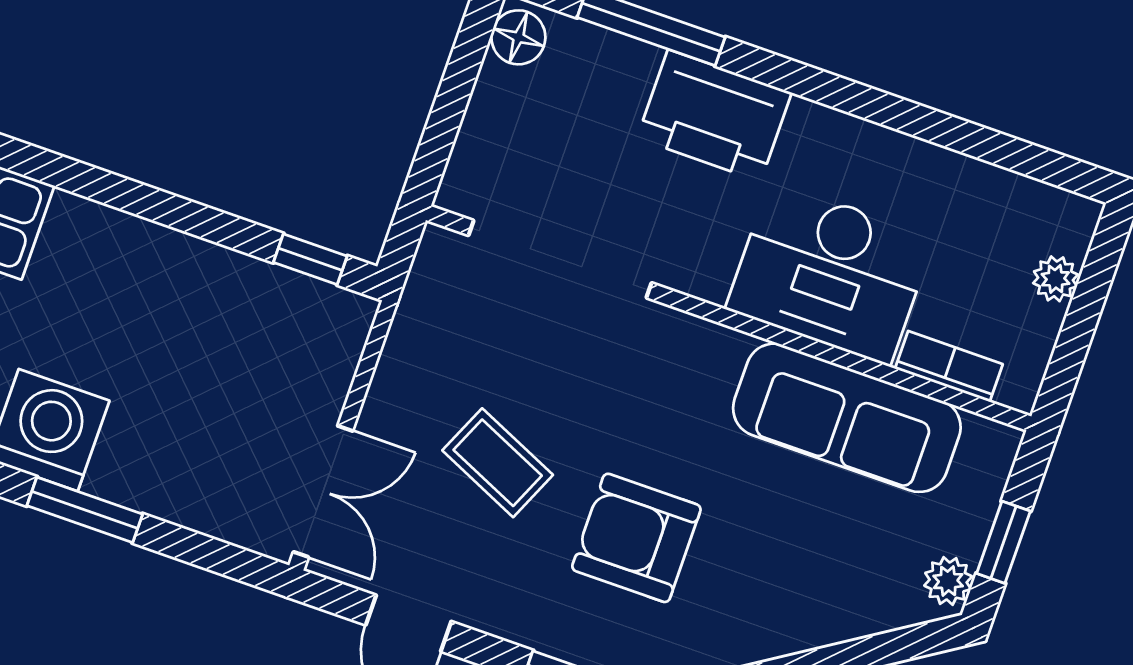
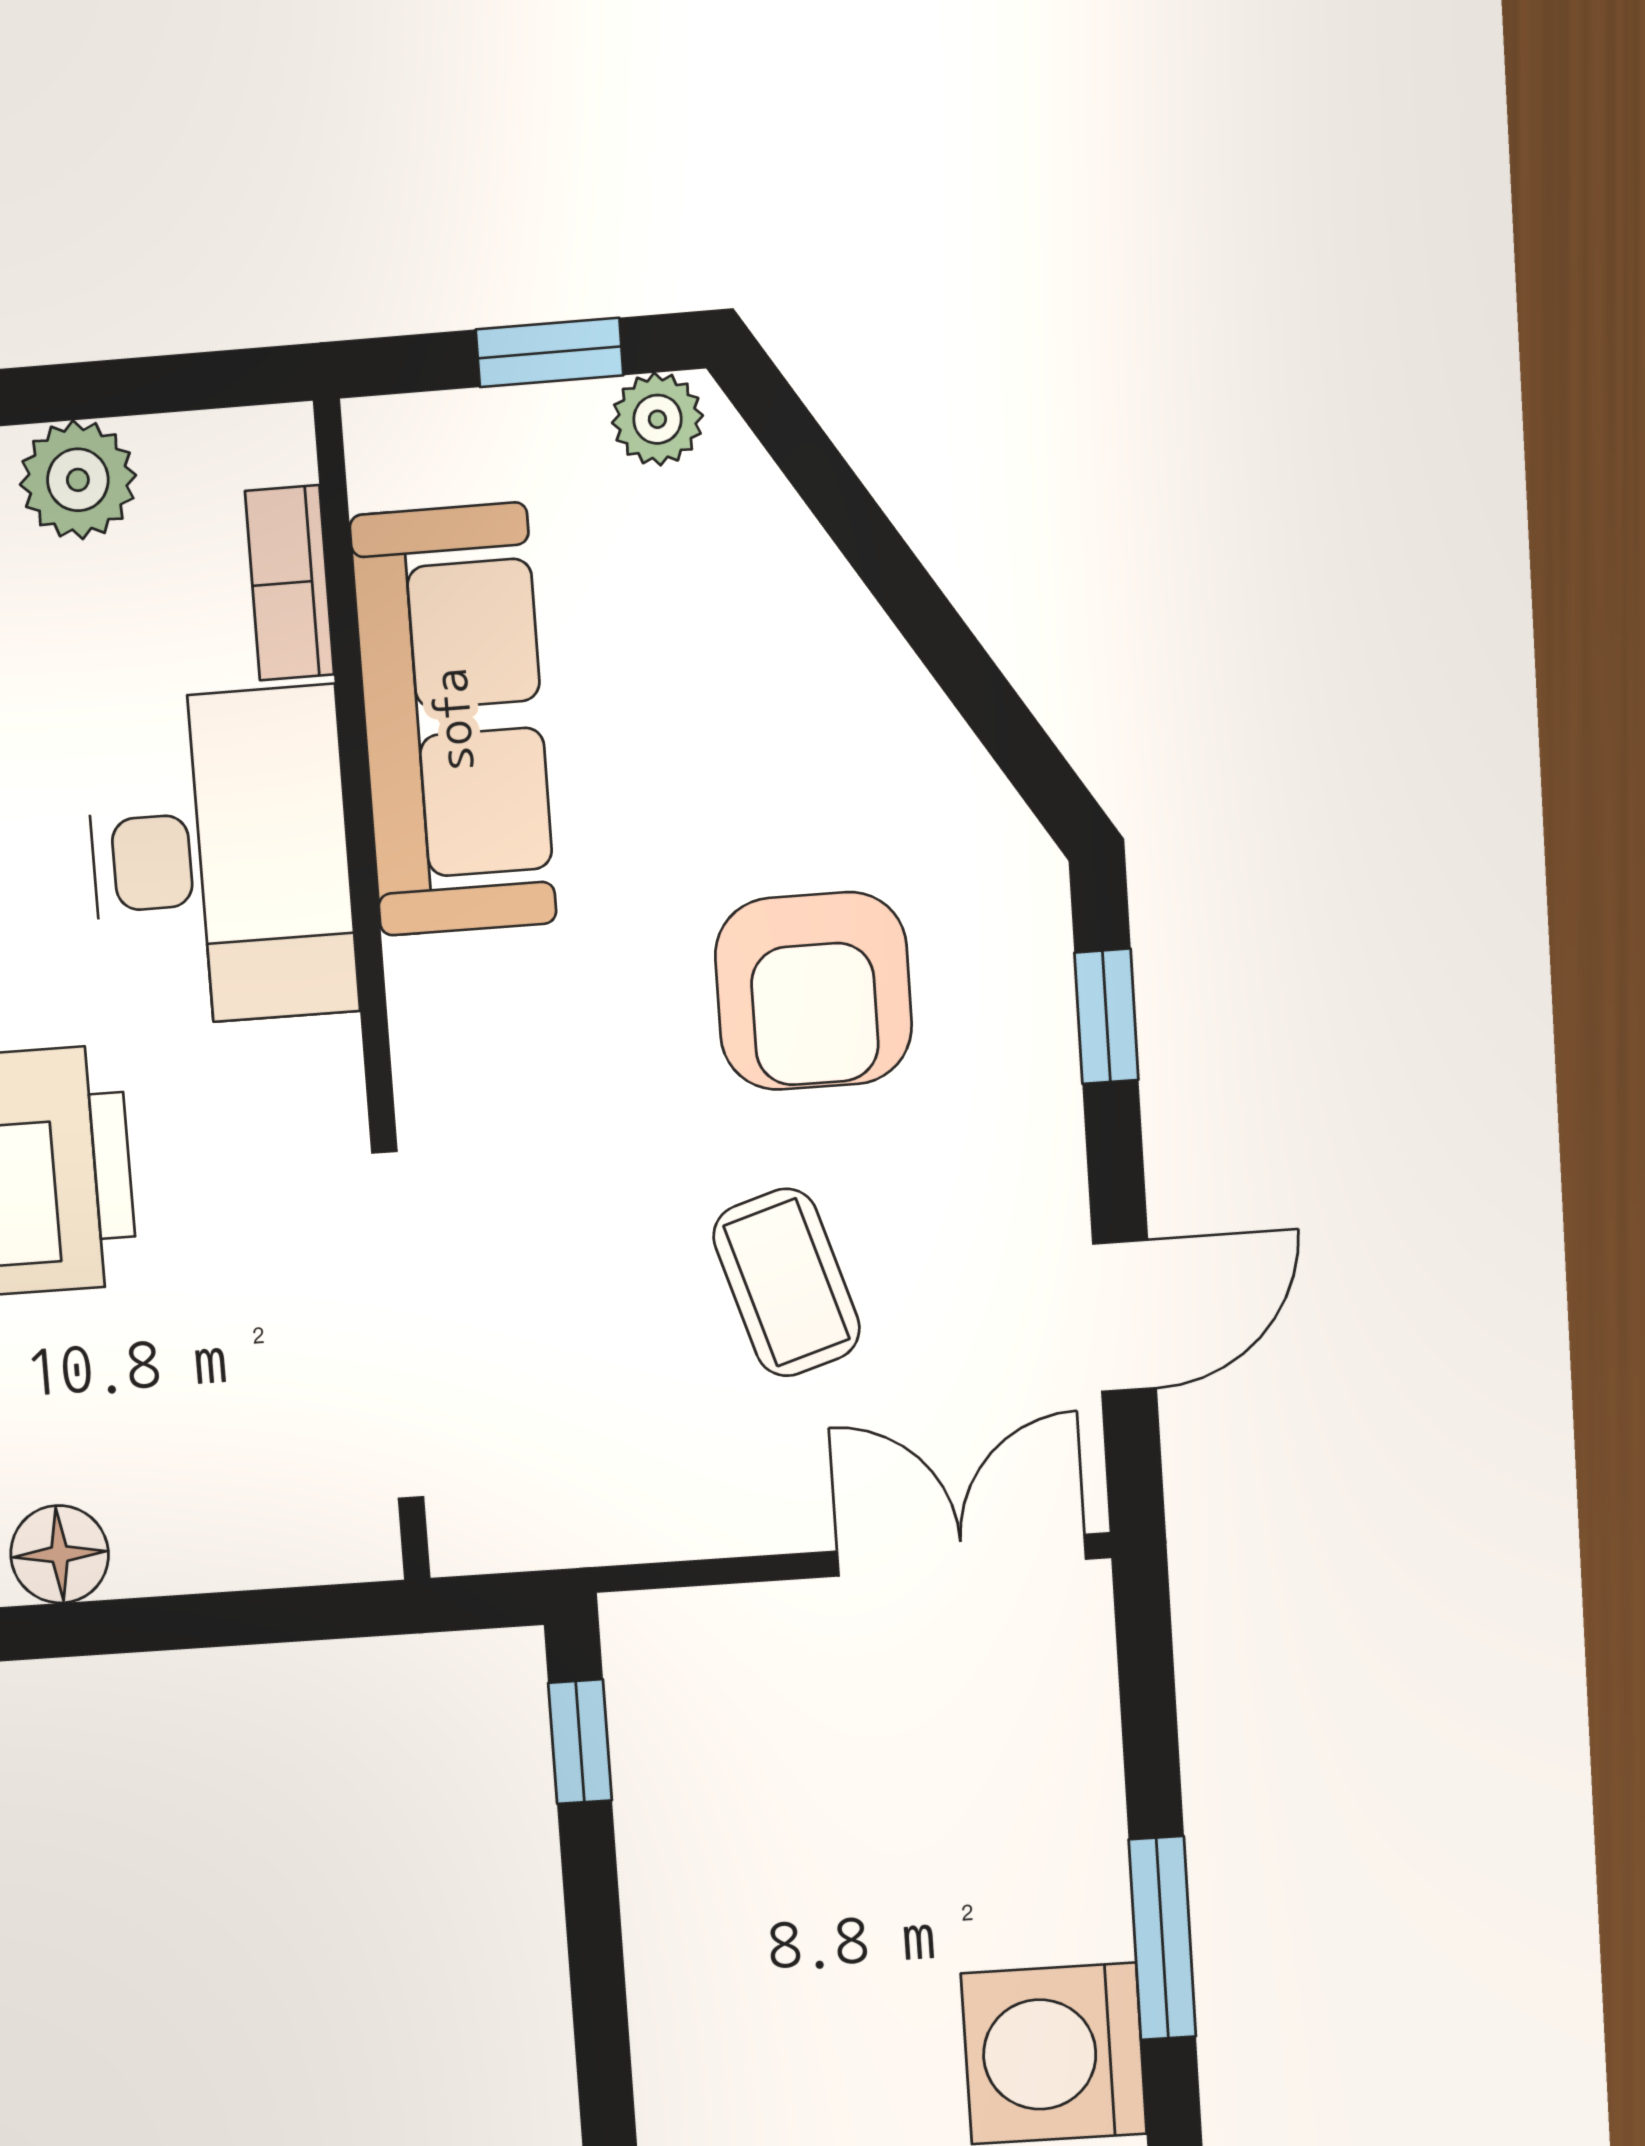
plant: (1055, 279) -> (78, 480), width x1.38, depth x1.38
coffee table: (498, 463) -> (787, 1282), turned -41

